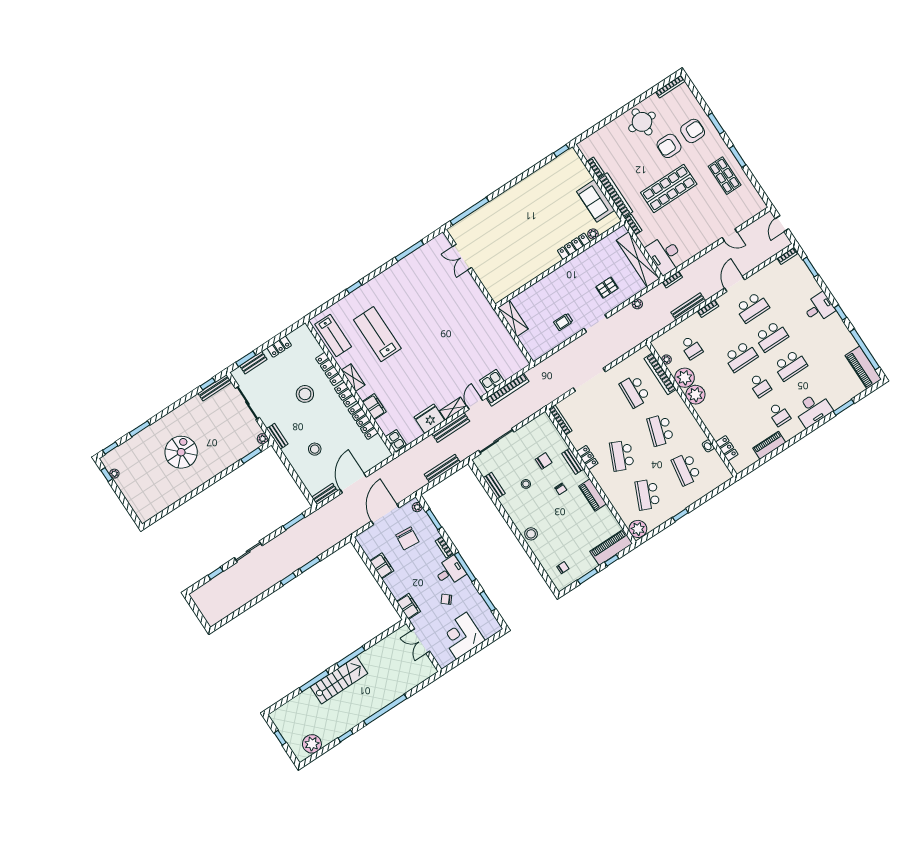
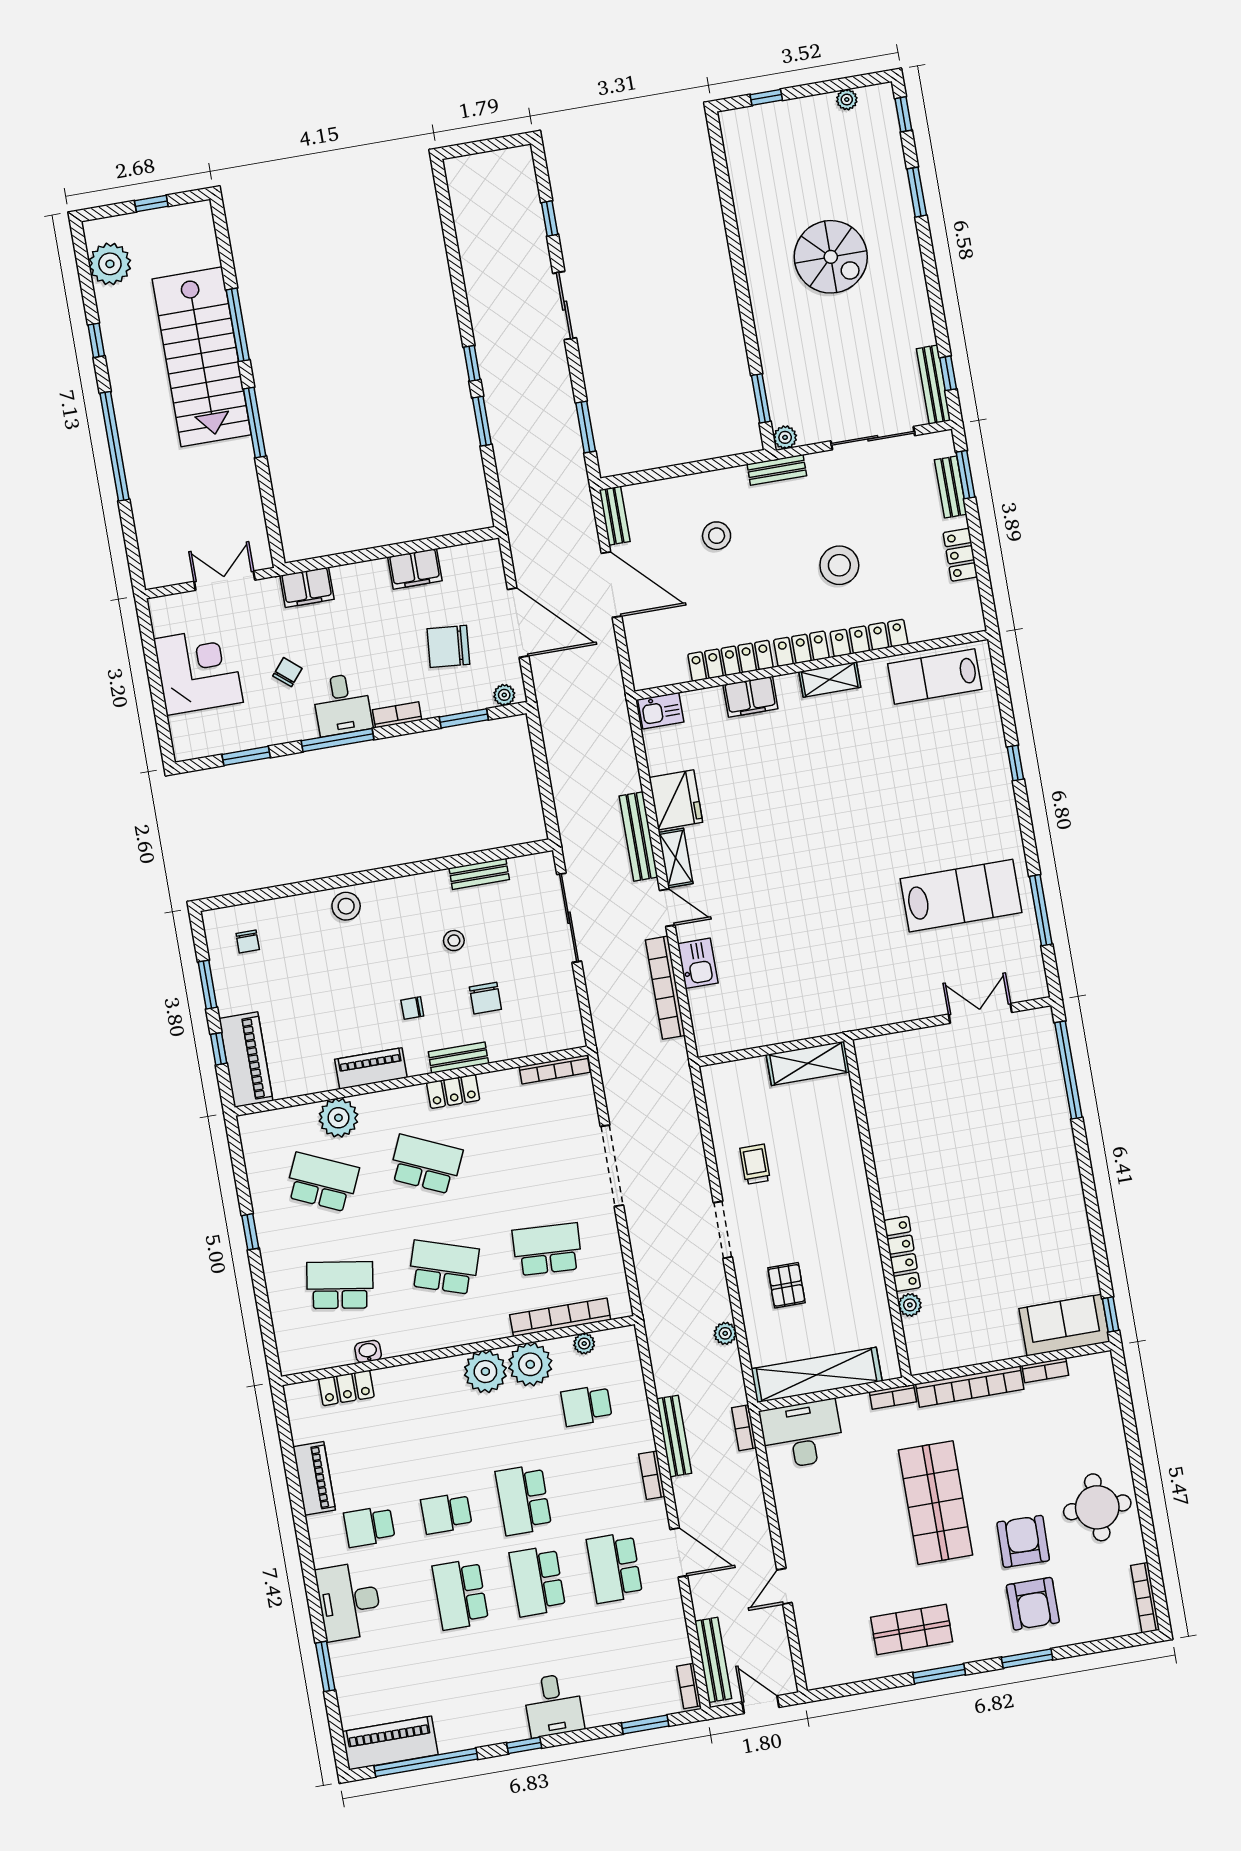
sofa: (596, 201) -> (1064, 1325), moved
lab bench: (377, 334) -> (961, 896), moved
bench: (442, 468) -> (713, 1660), moved
window: (107, 475) -> (766, 97), moved
plant: (638, 529) -> (338, 1118), moved
stairs: (339, 680) -> (202, 357), width x1.36, depth x1.51

